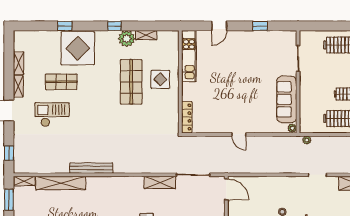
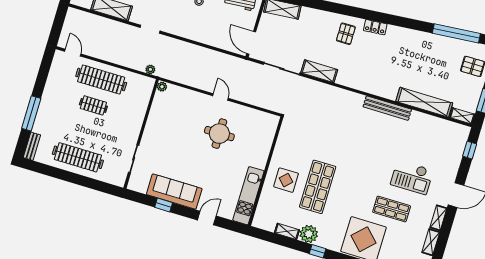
sofa: (287, 99) -> (174, 192), moved, turned -90
round table: (230, 102) -> (219, 134), added
locker: (187, 117) -> (270, 132), removed

